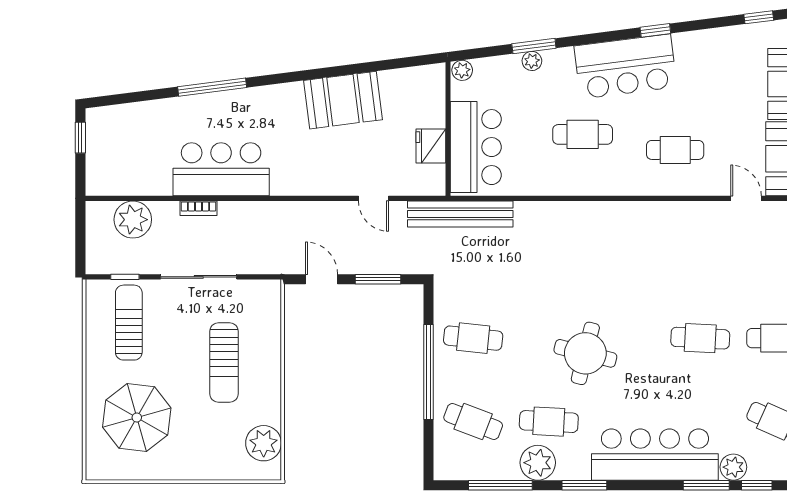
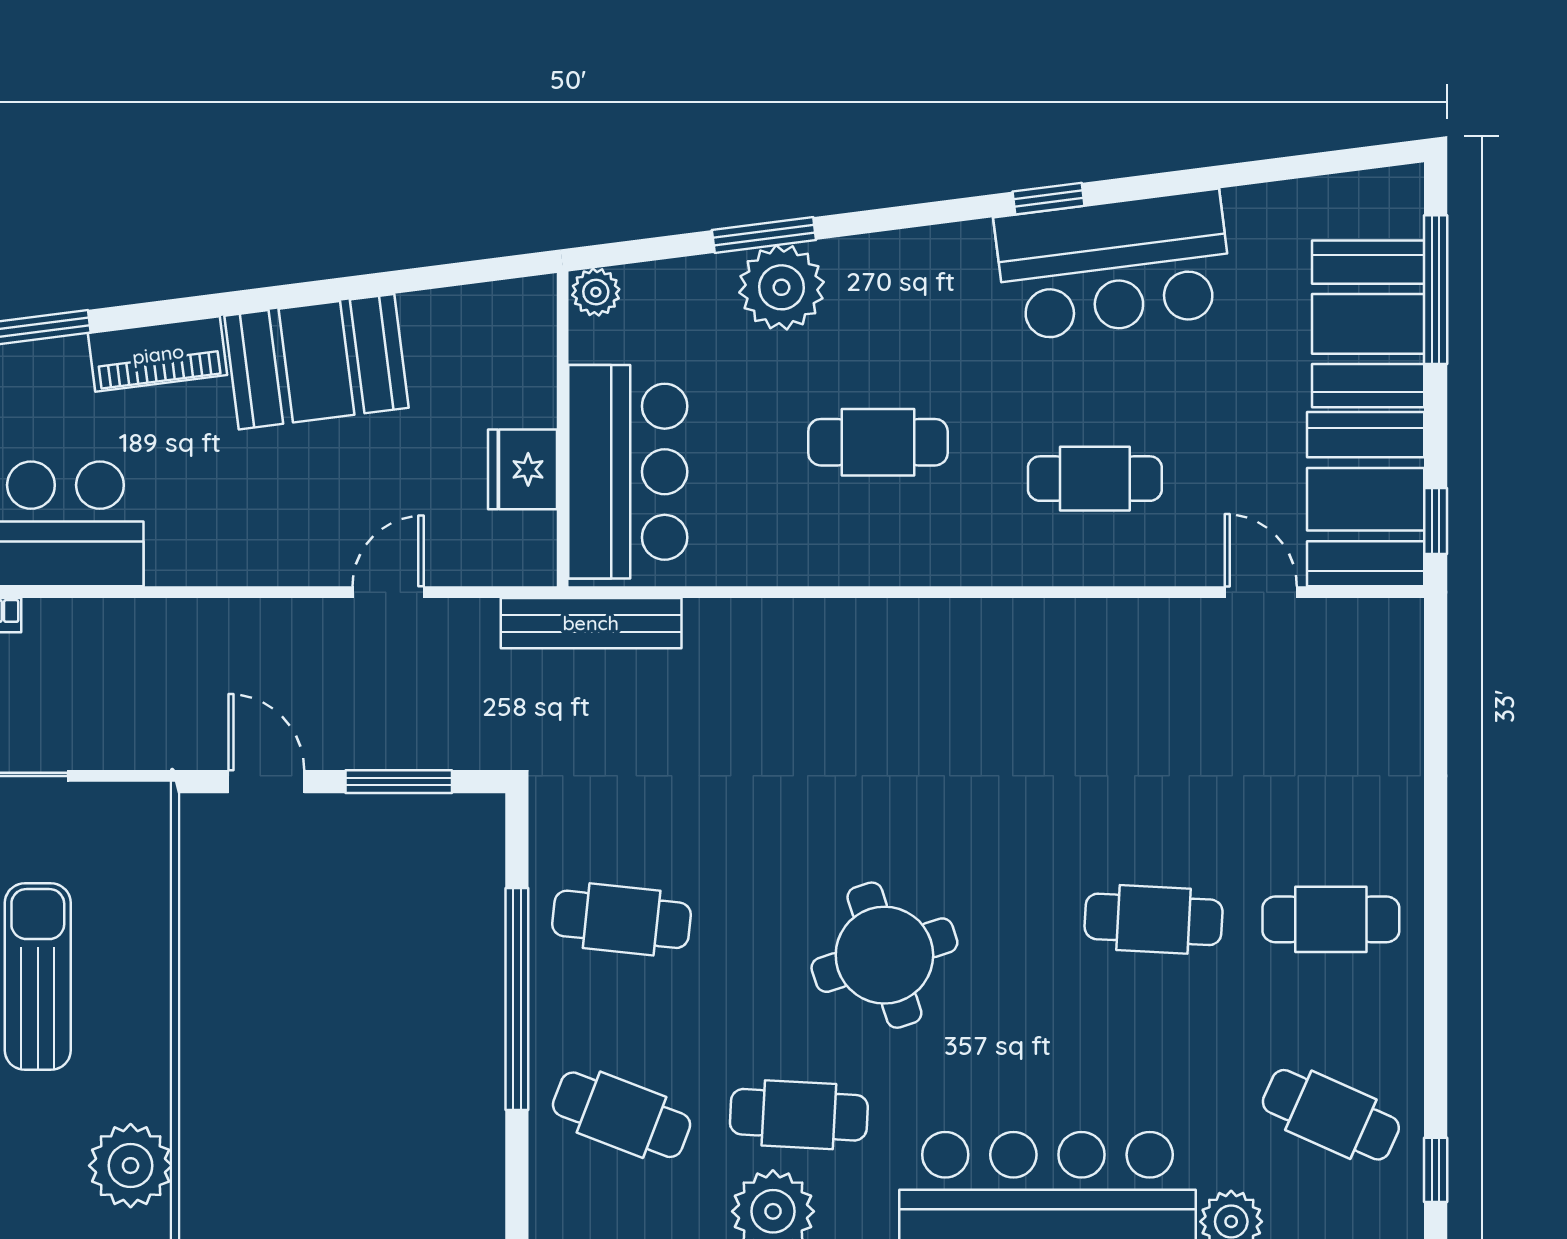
window: (759, 17) -> (1291, 168), removed
plant: (532, 61) -> (781, 287), width x1.88, depth x1.88
bar counter: (626, 66) -> (1114, 266), moved
piano: (275, 97) -> (158, 354), added
door: (373, 198) -> (388, 592), swing flipped
bench: (460, 214) -> (591, 623), width x0.73, depth x0.82
round table: (585, 353) -> (884, 955), turned -32
sun lounger: (224, 363) -> (38, 977), turned 180

